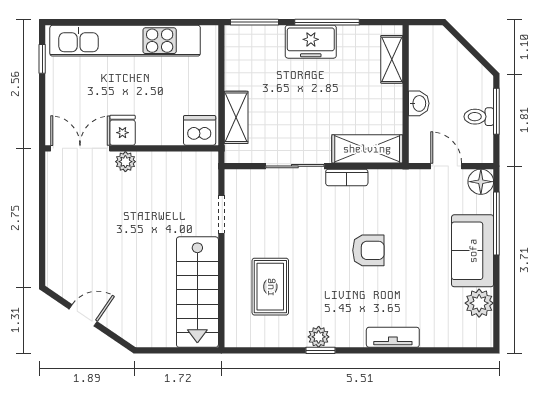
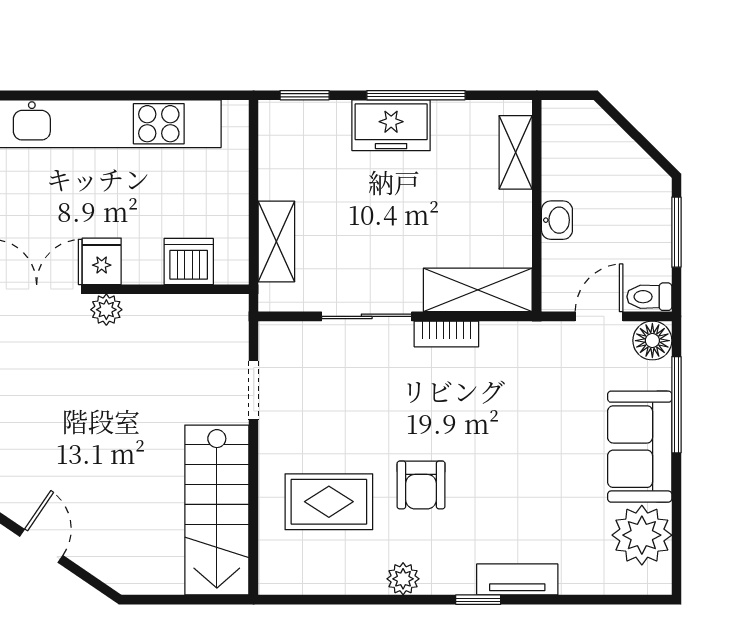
window: (255, 22) -> (305, 95), width x0.67
toilet: (479, 117) -> (649, 297), moved
dishwasher: (200, 130) -> (189, 262), moved
door: (446, 166) -> (599, 316), hinge flipped
armchair: (368, 250) -> (421, 485), moved, turned 90
rug: (270, 287) -> (329, 502), turned 90
plant: (479, 303) -> (642, 535), width x1.36, depth x1.36
door: (83, 315) -> (41, 546), hinge flipped
window: (320, 350) -> (478, 600), moved

